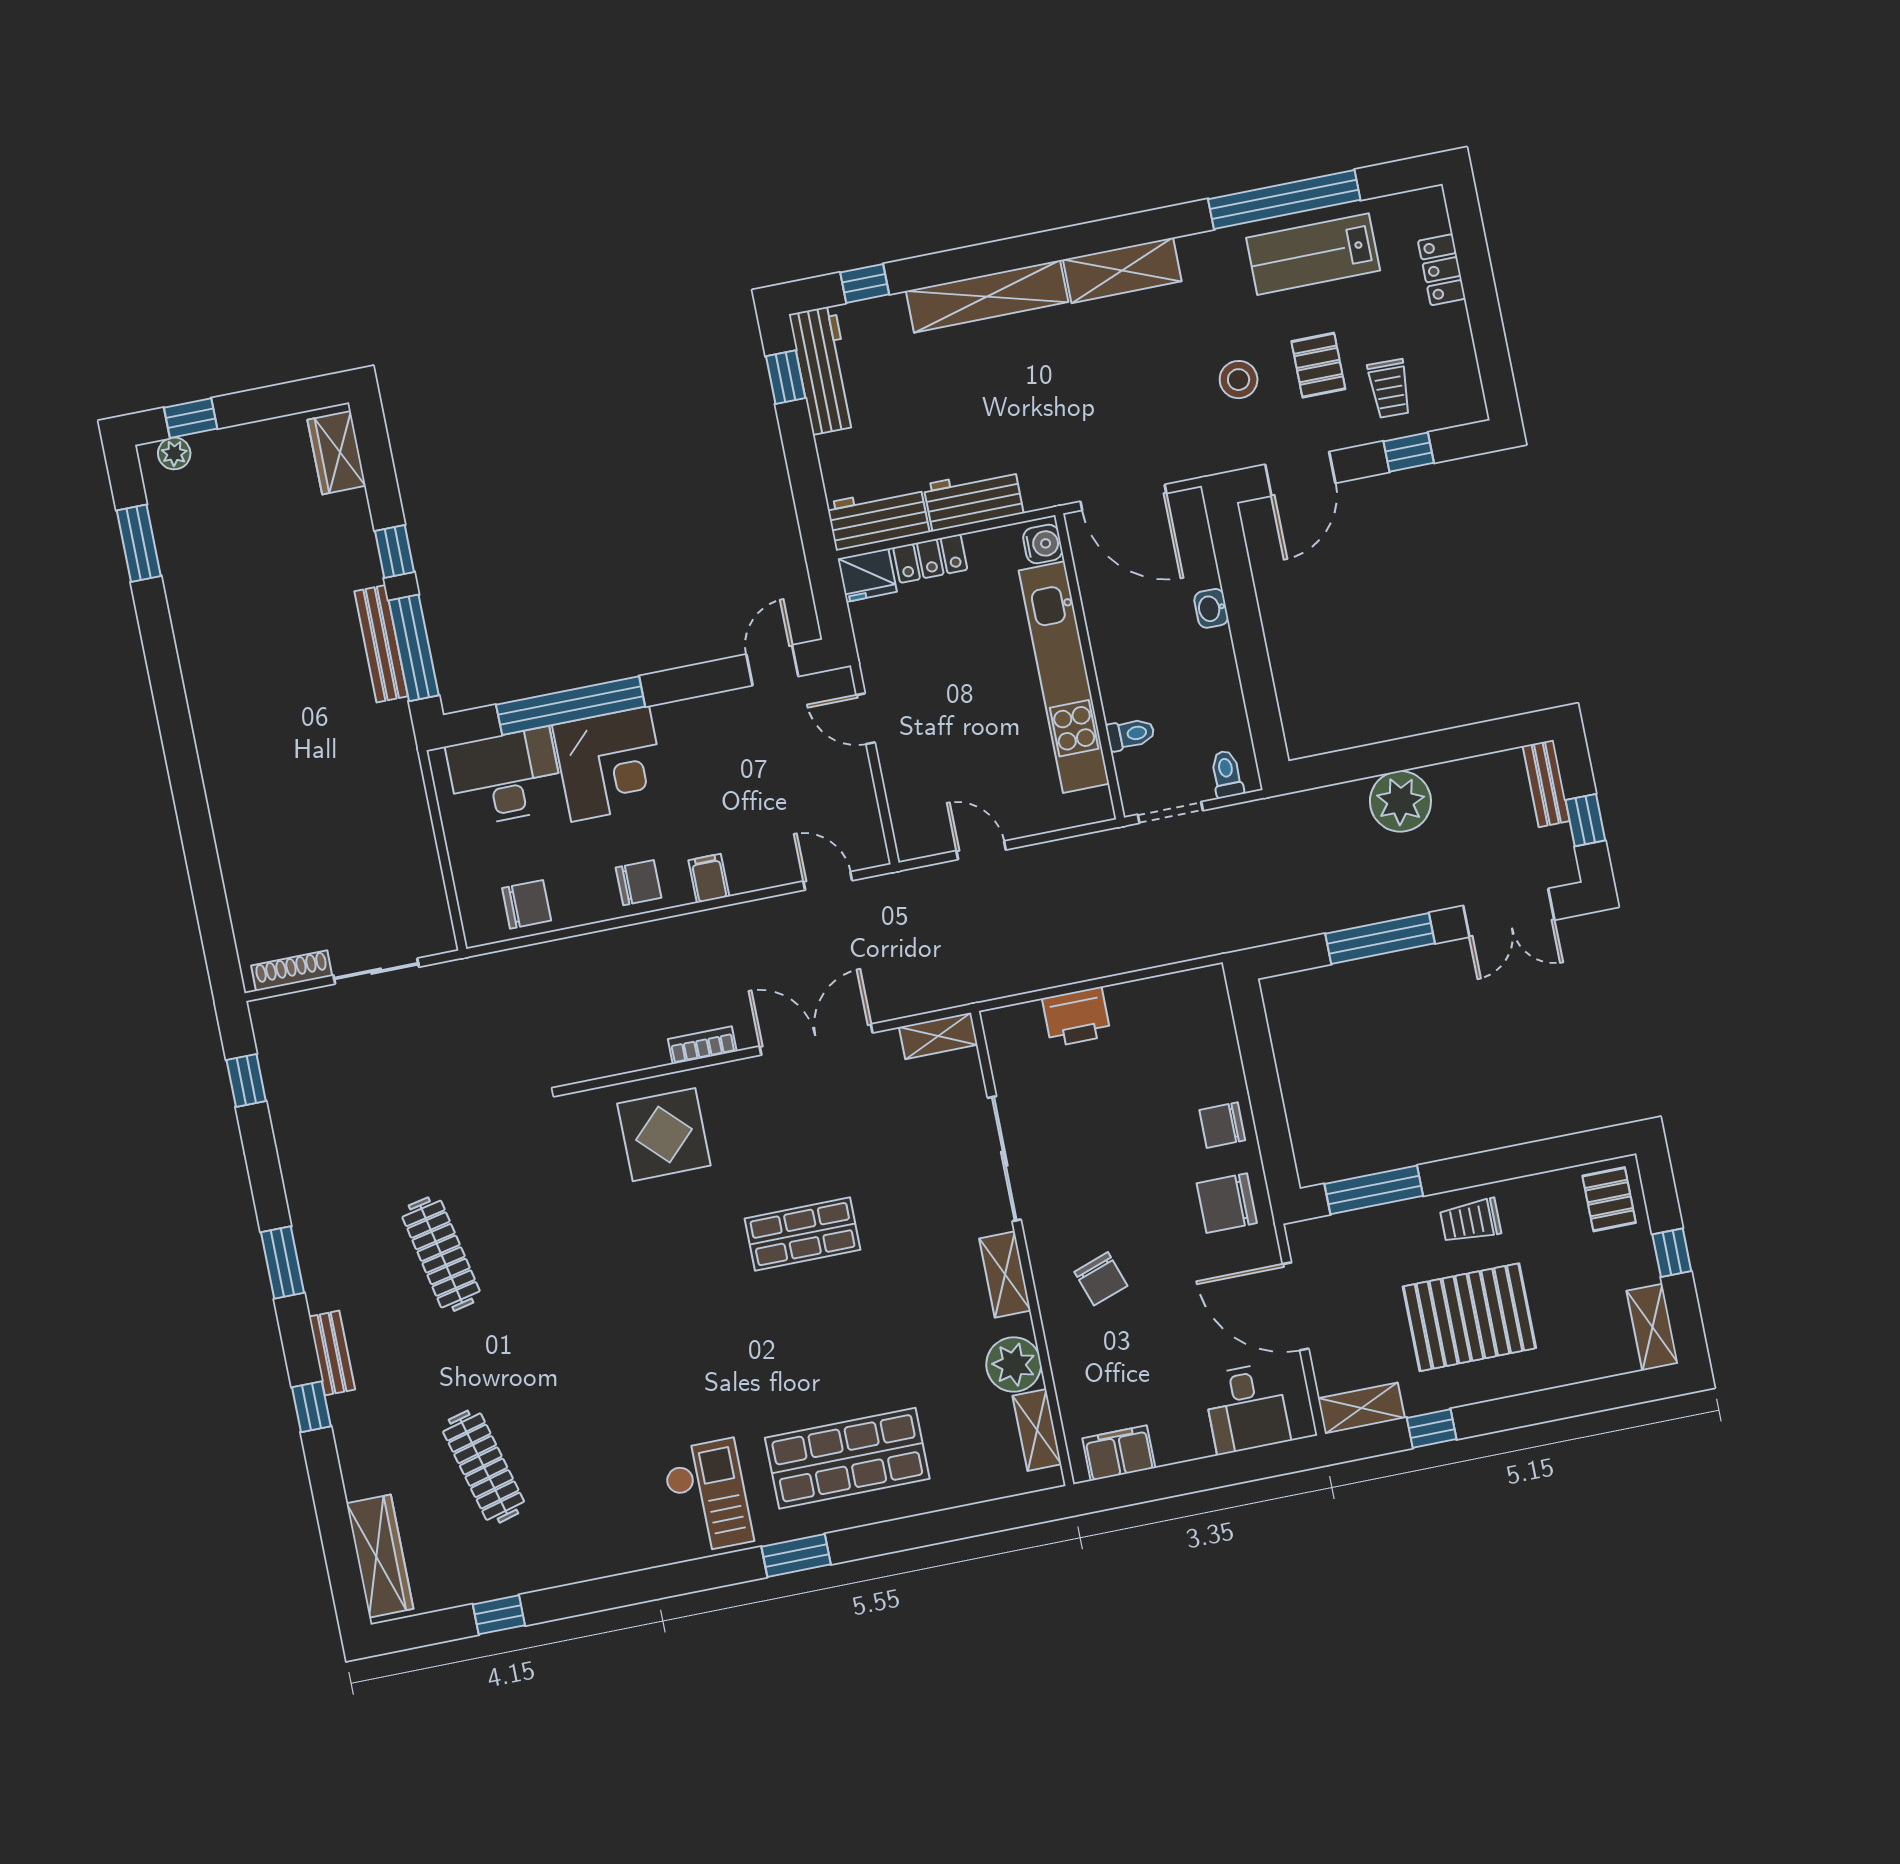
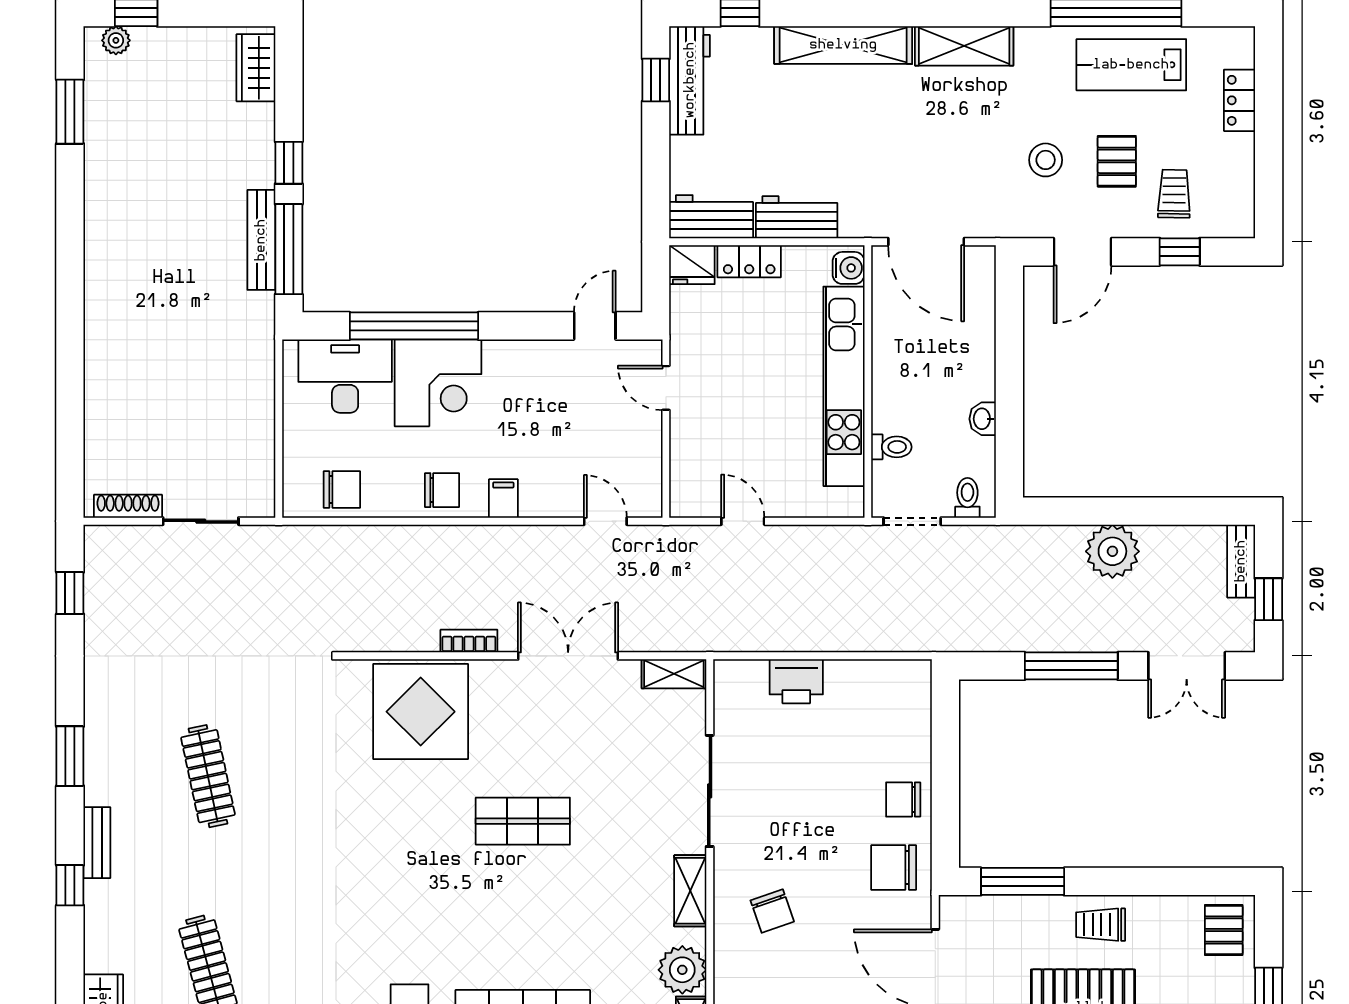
trolley: (1390, 389) -> (1174, 194), turned 180
washbasin: (1211, 608) -> (983, 419), moved
display table: (664, 1135) -> (421, 712), width x1.36, depth x1.36

